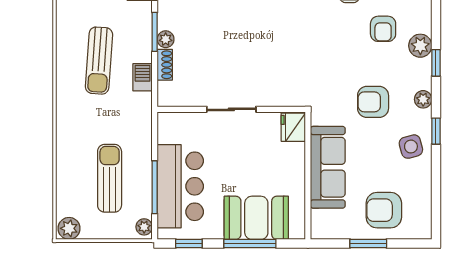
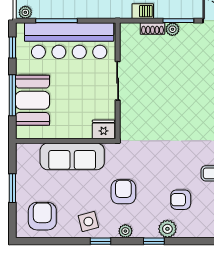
bar counter: (180, 186) -> (69, 41), width x1.36
armchair: (384, 210) -> (42, 216), moved

